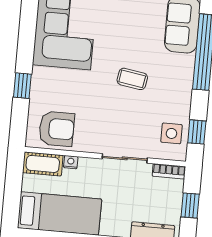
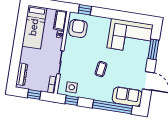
window: (22, 86) -> (85, 10), moved
armchair: (57, 129) -> (78, 29), turned 180

